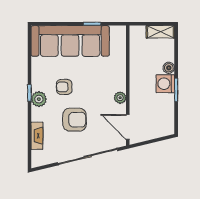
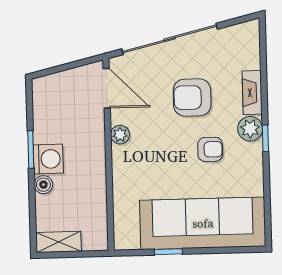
fireplace: (37, 136) -> (252, 93), moved

